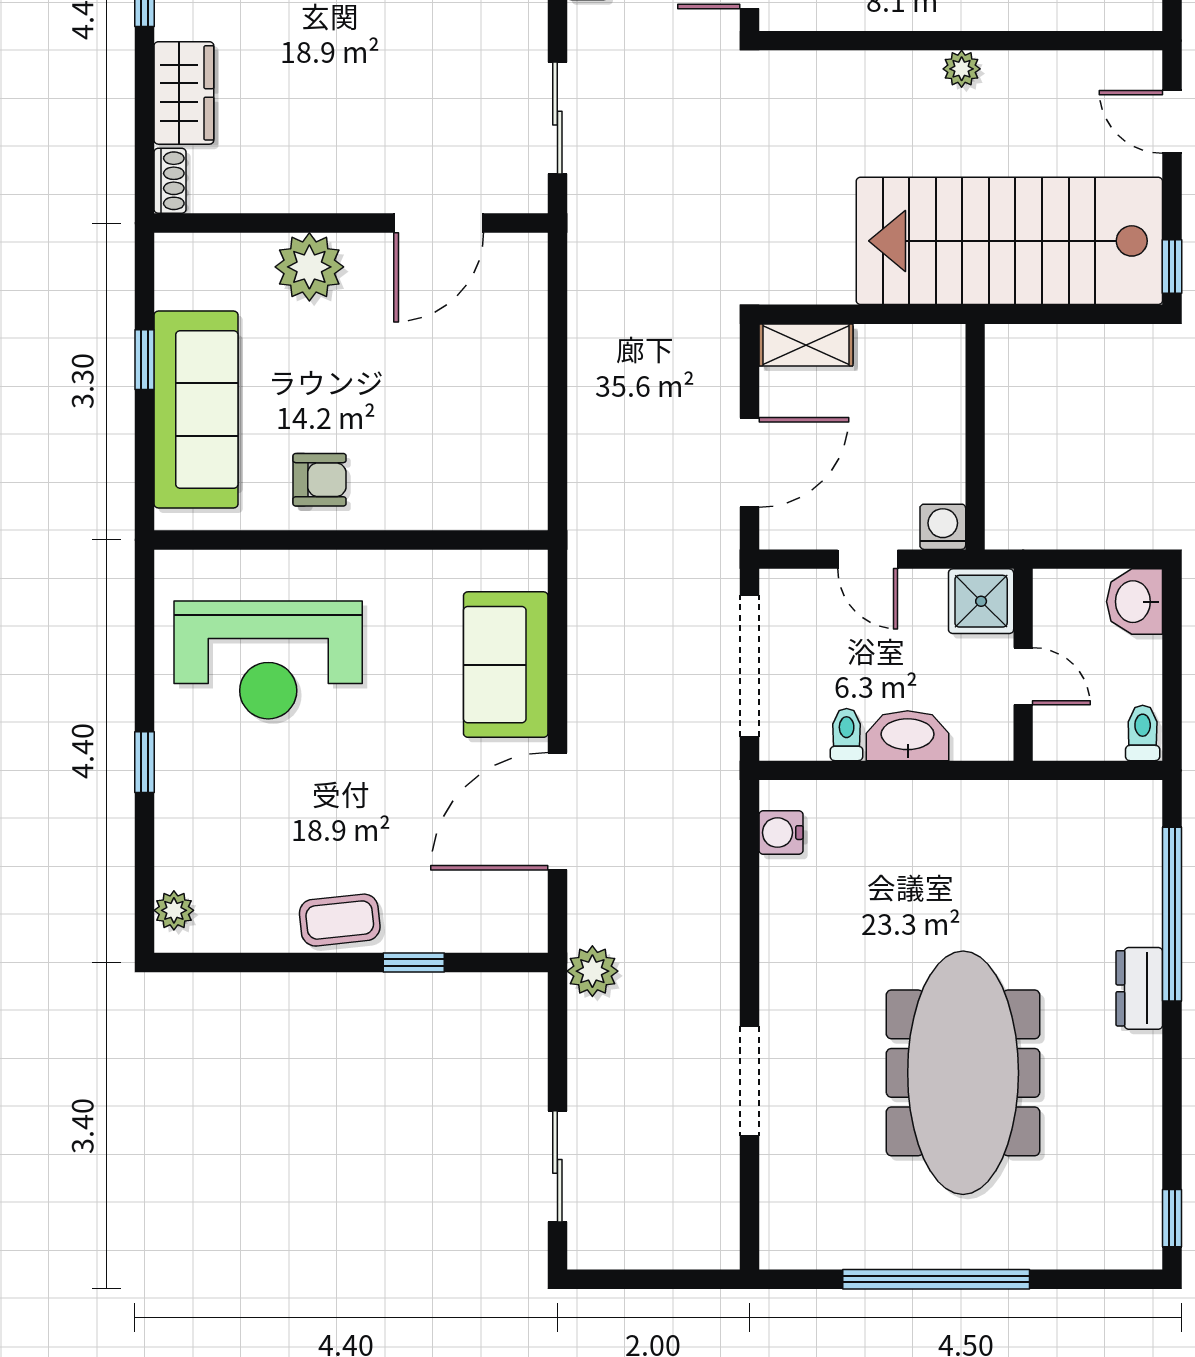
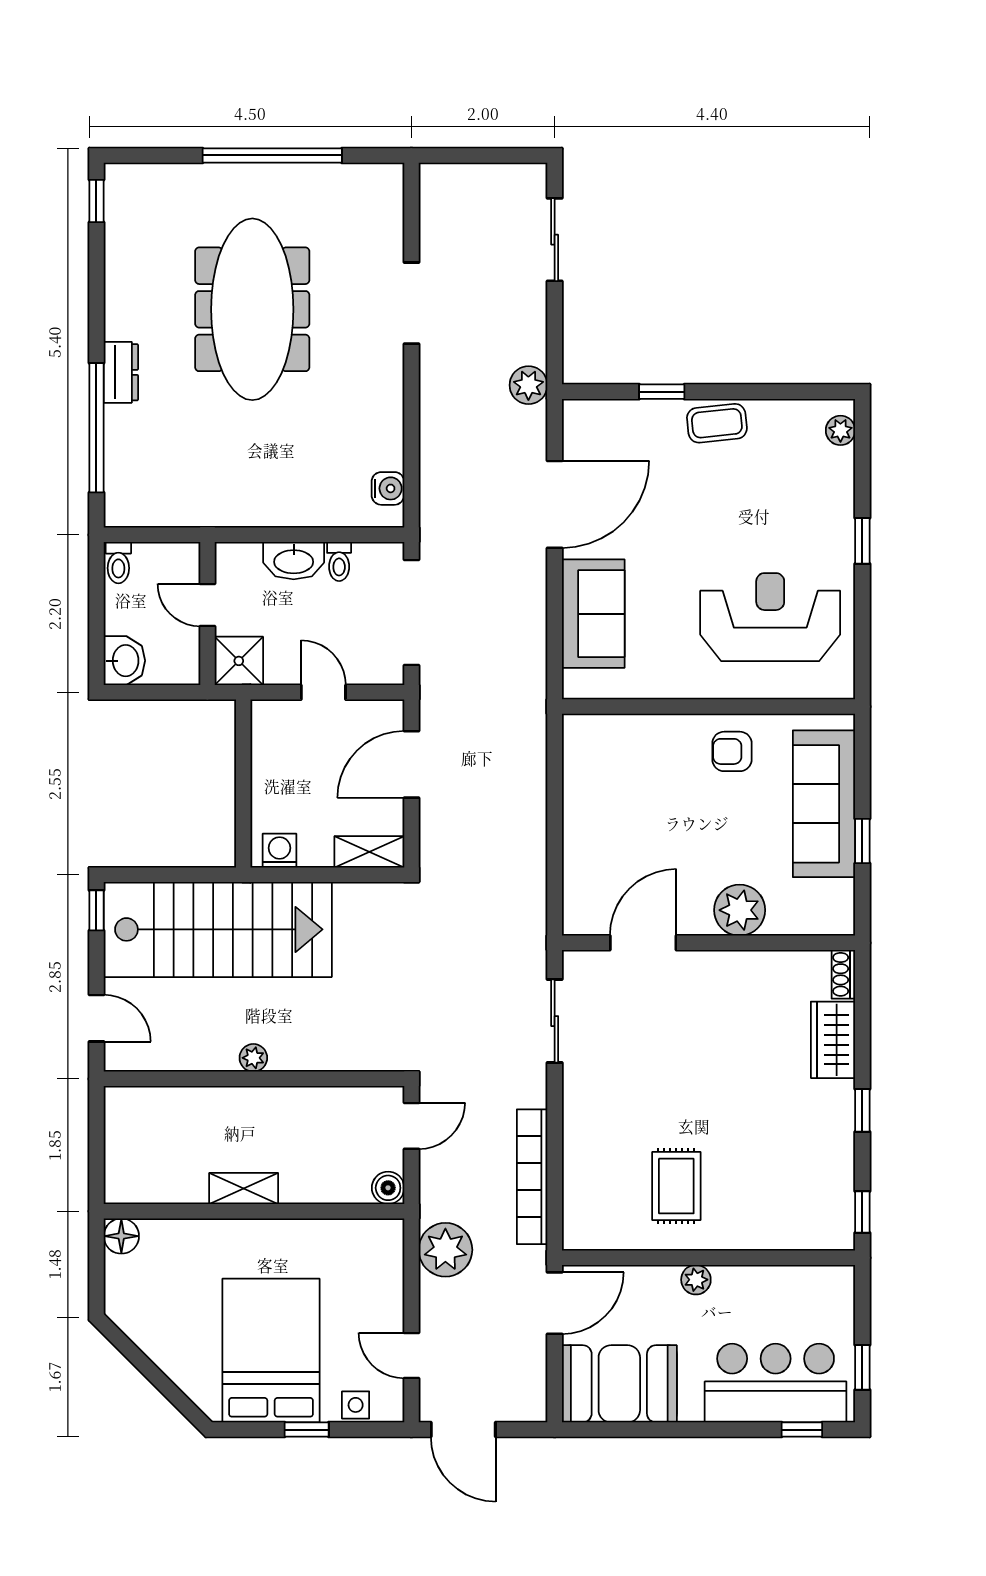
washing machine: (943, 527) -> (279, 851), moved, turned 180

